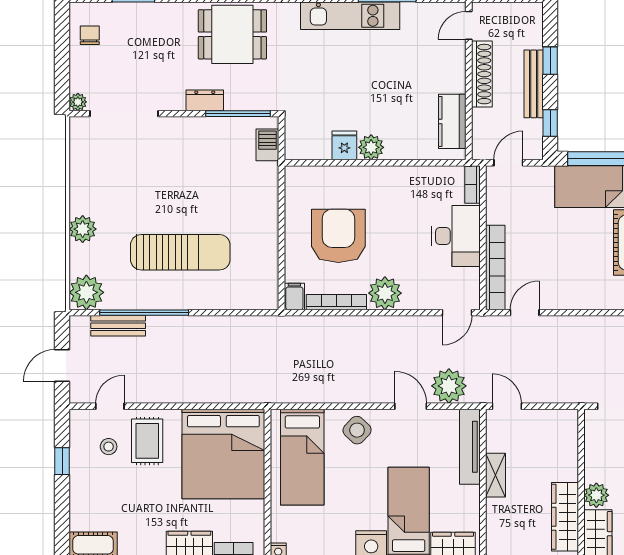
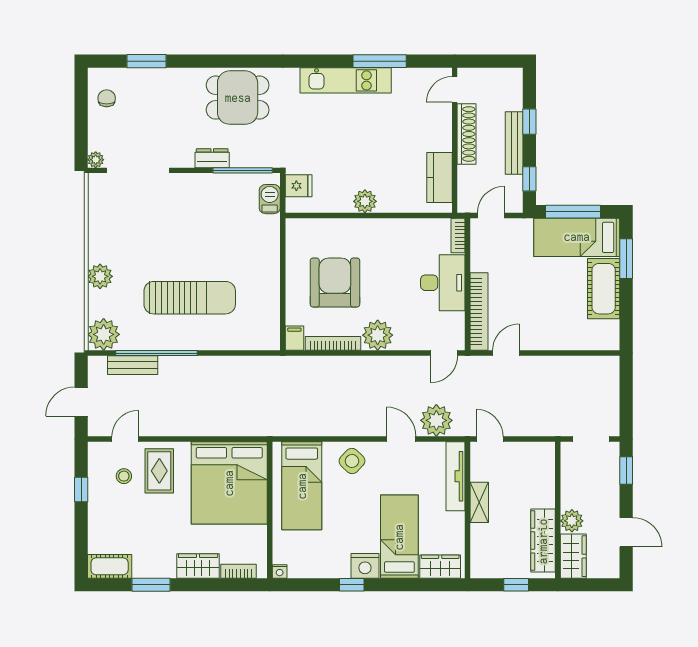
fridge: (344, 145) -> (299, 186), moved, turned 90

